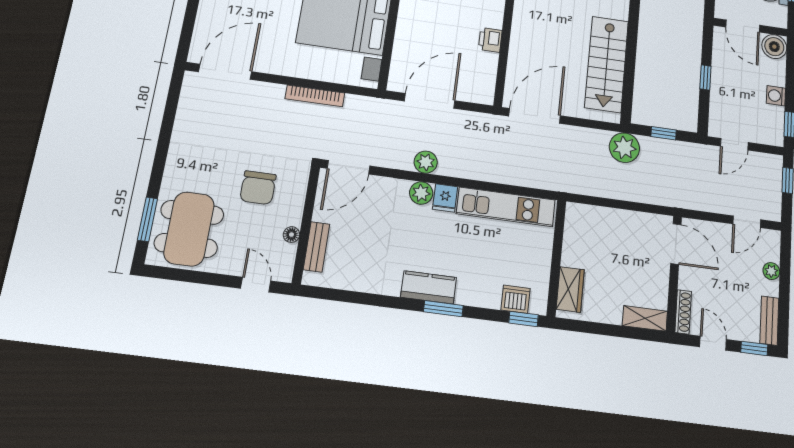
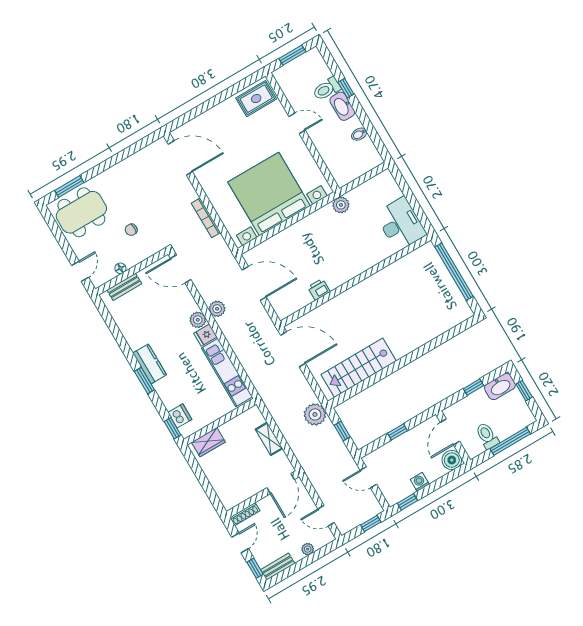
chair: (258, 188) -> (131, 230), width x0.54, depth x0.54
shelving: (645, 318) -> (269, 439), moved

